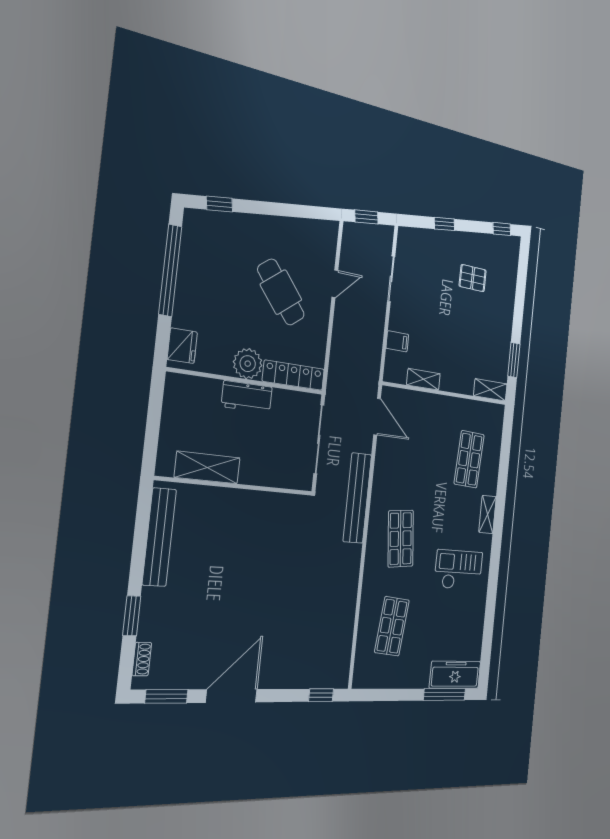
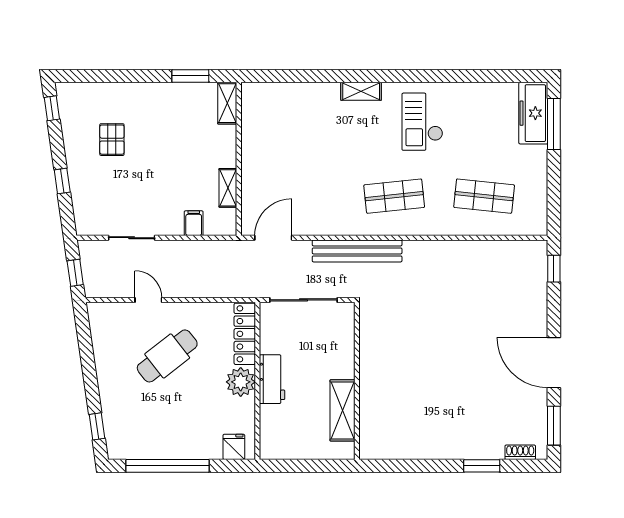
fridge: (182, 346) -> (234, 447), width x0.72
shop shelf: (469, 459) -> (304, 122), removed
bench: (159, 537) -> (410, 449), removed

